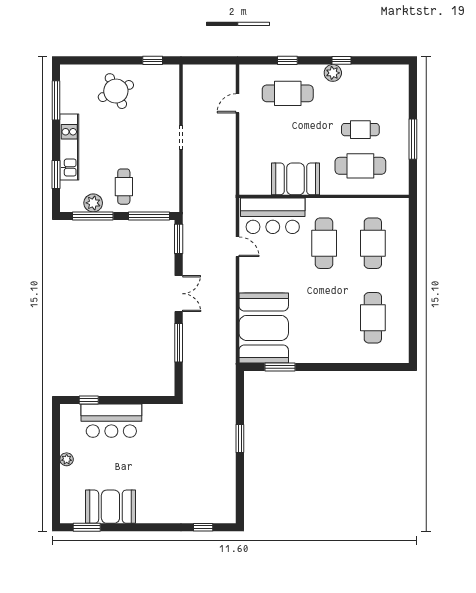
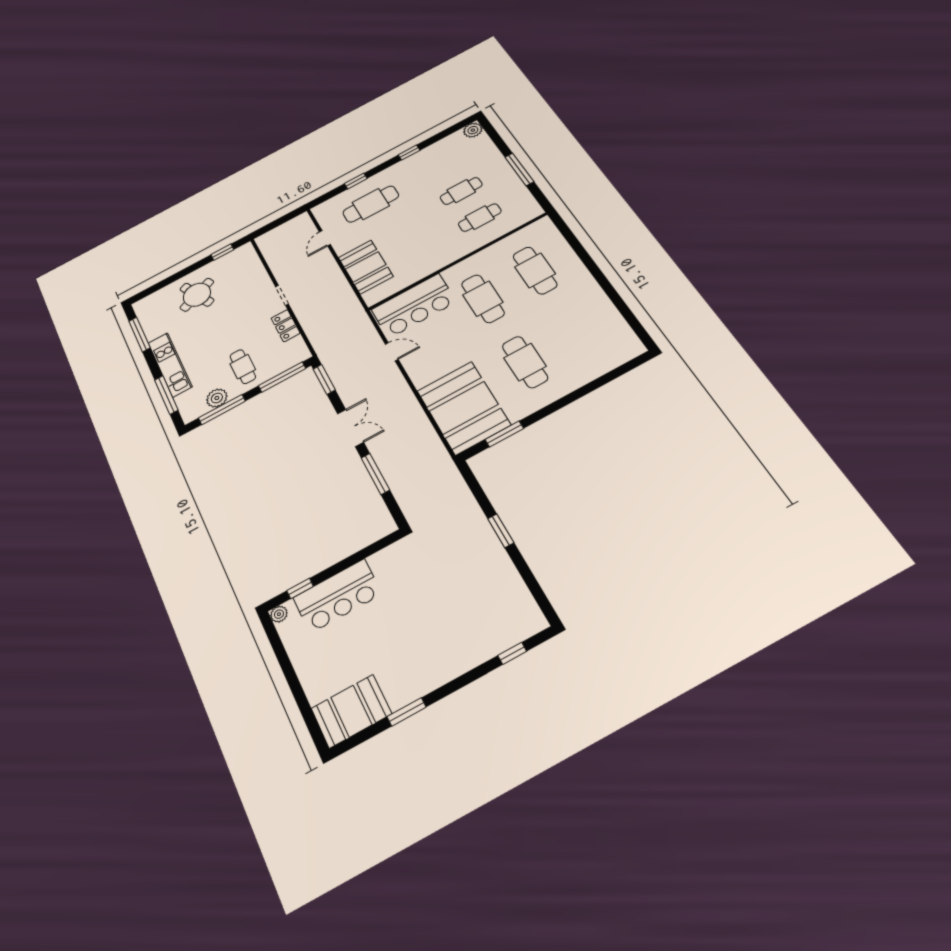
plant: (333, 73) -> (473, 130), moved
cafe table: (360, 166) -> (480, 218), width x0.73, depth x0.74
locker: (171, 169) -> (286, 326), added
window: (56, 174) -> (166, 395), width x1.44
booth: (296, 179) -> (366, 267), moved, turned 90
cafe table: (373, 318) -> (525, 362), moved
plant: (67, 459) -> (279, 614), moved
booth: (110, 507) -> (351, 711), moved
window: (87, 527) -> (407, 712), moved

